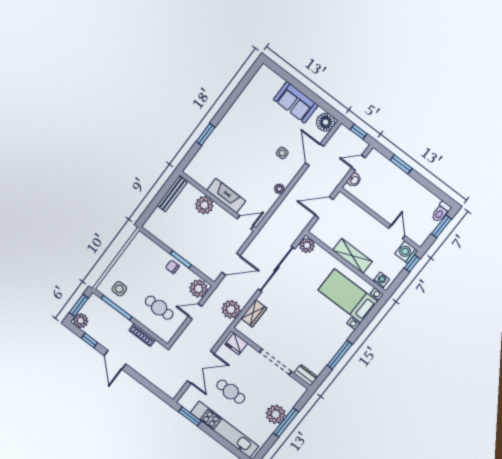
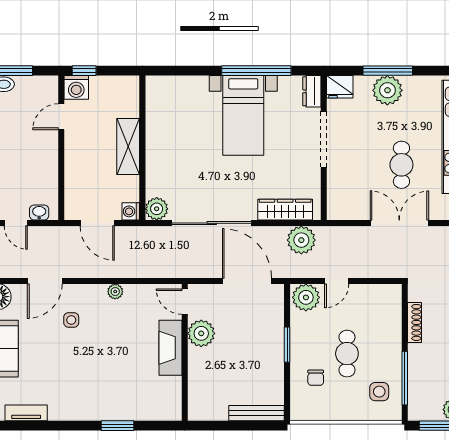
tv unit: (250, 89) -> (26, 413), added
bench: (172, 194) -> (257, 413), moved
plant: (204, 205) -> (201, 333), moved
door: (231, 264) -> (247, 281), width x1.36
chair: (172, 267) -> (316, 378), moved
washing machine: (381, 280) -> (131, 211), moved
bed with nightstands: (348, 296) -> (243, 115), moved
cafe table: (159, 308) -> (347, 354), moved
door: (195, 311) -> (337, 281), hinge flipped
wardrobe: (254, 313) -> (285, 210), width x1.50
fridge: (236, 344) -> (340, 87), moved, turned 90
window: (340, 355) -> (256, 71), width x1.46

